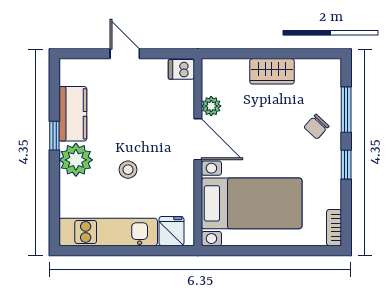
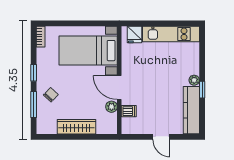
dishwasher: (181, 69) -> (129, 111), moved
wardrobe: (272, 71) -> (76, 127), width x1.50
kitchen counter: (73, 114) -> (191, 110), width x1.50
plant: (76, 160) -> (194, 80), width x0.53, depth x0.53
stool: (128, 170) -> (160, 70), removed

